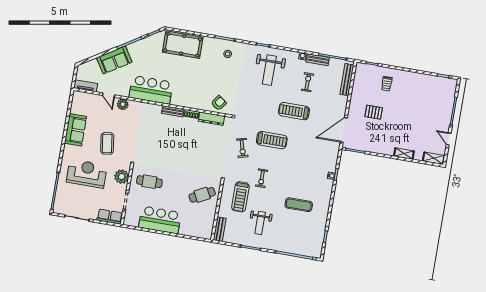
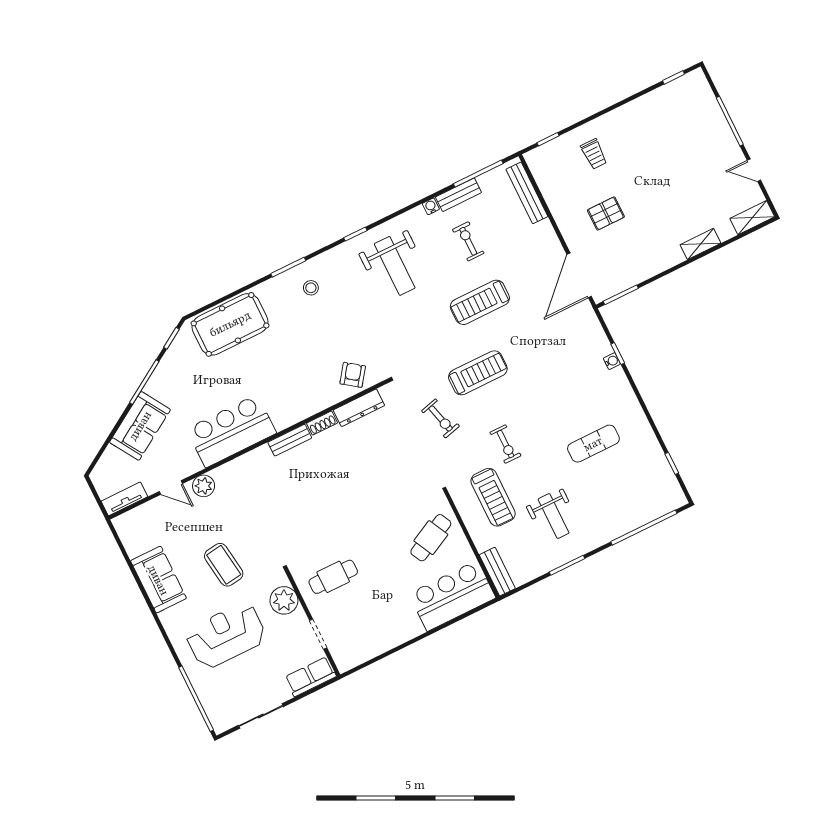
bar counter: (160, 220) -> (452, 596), moved

